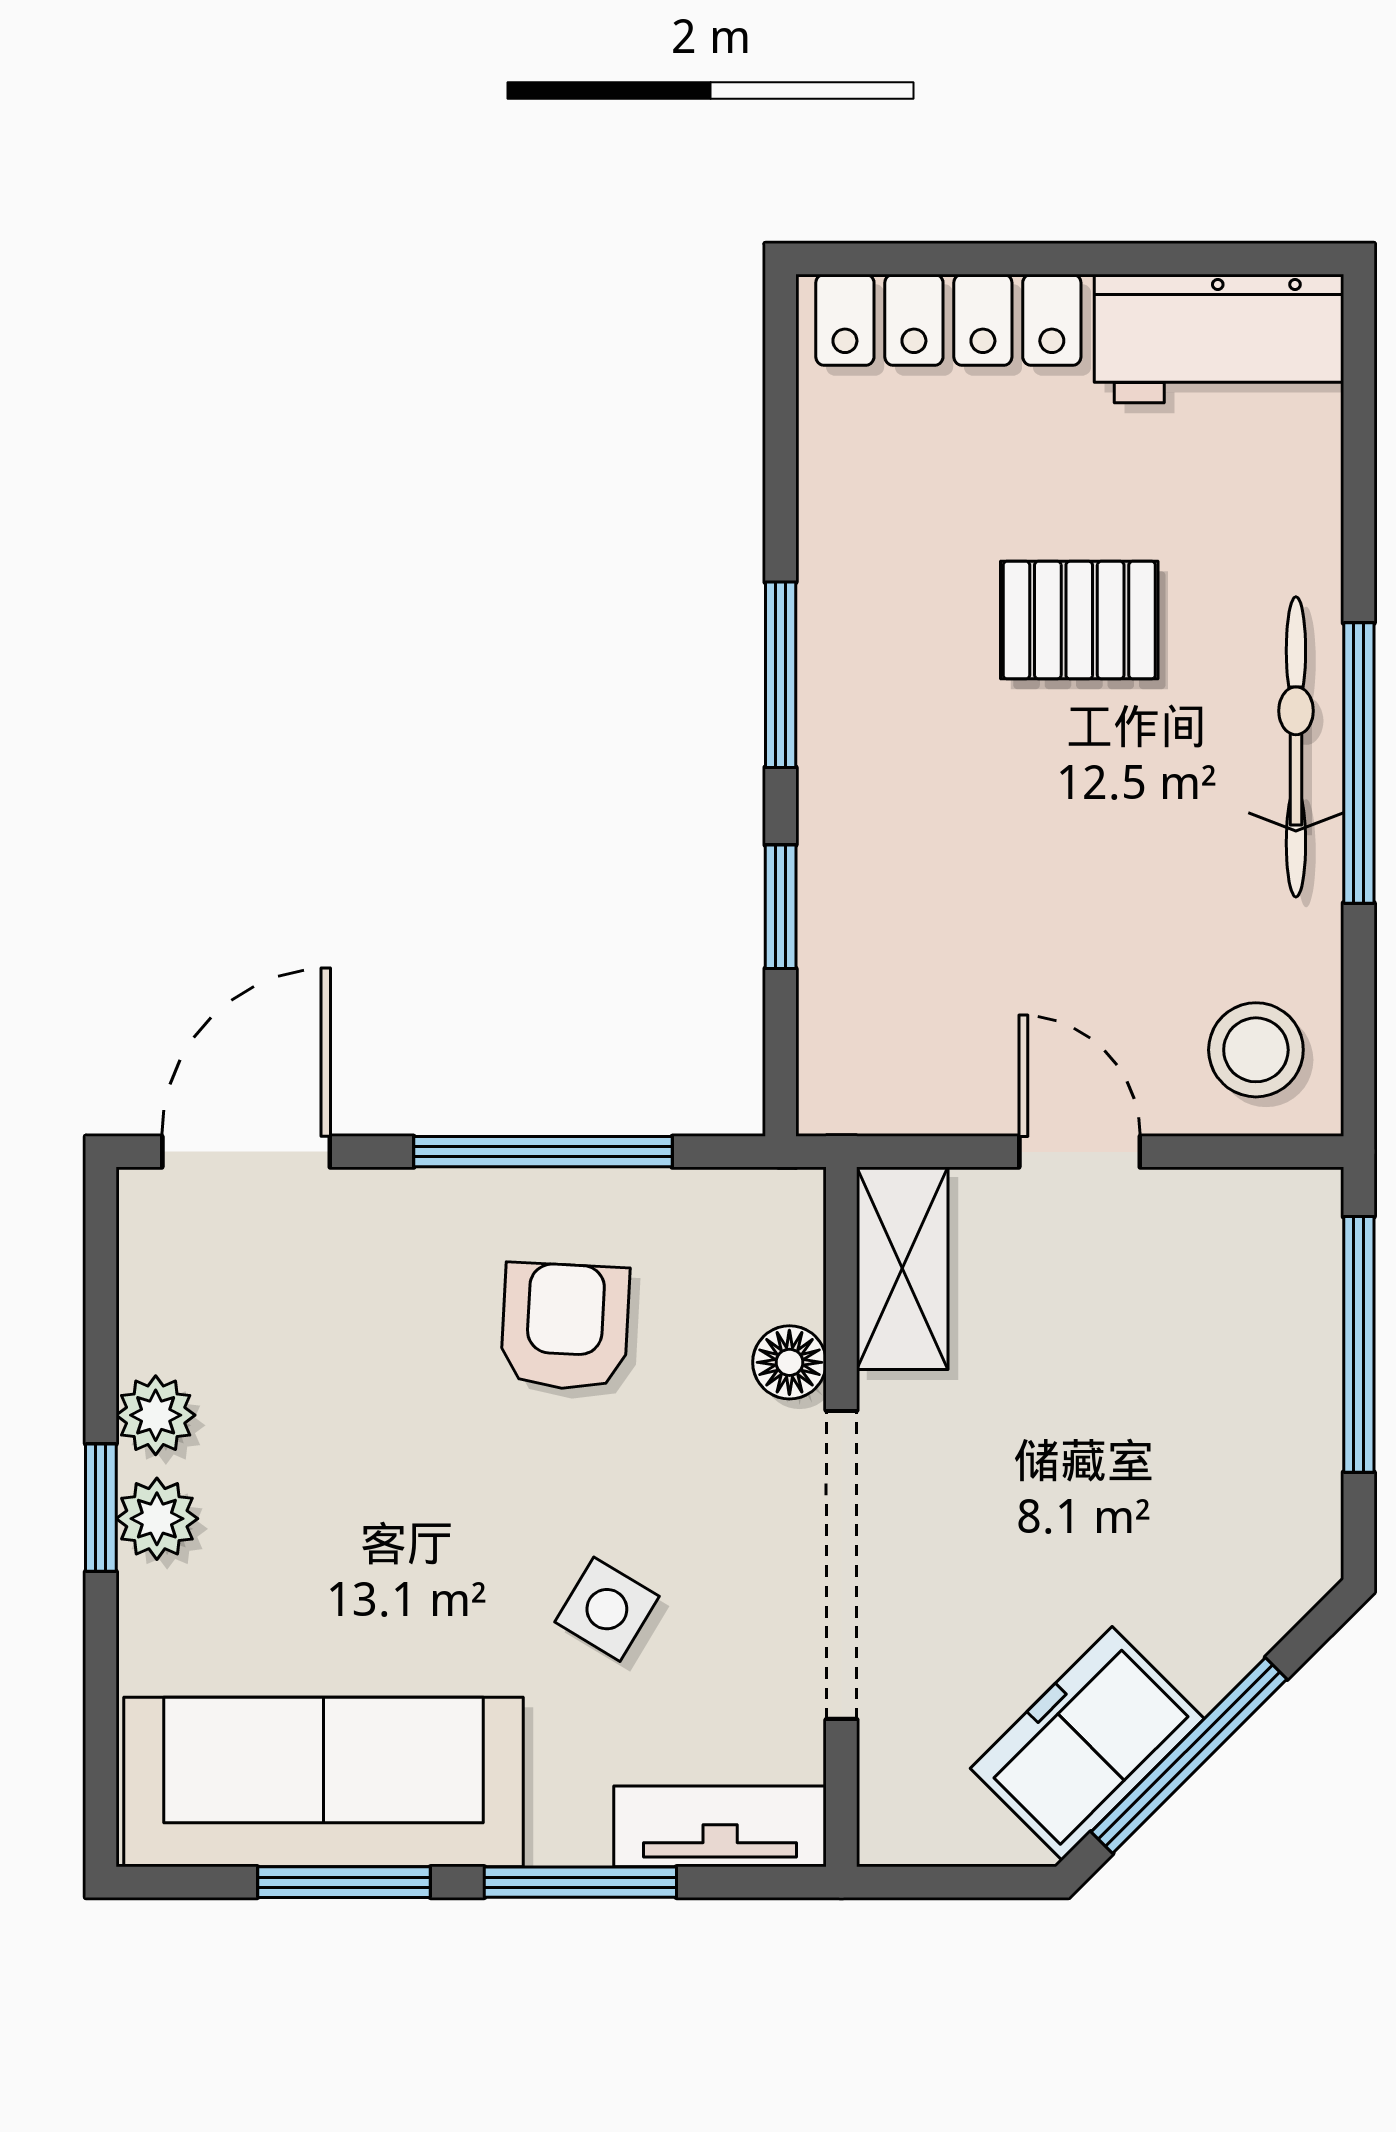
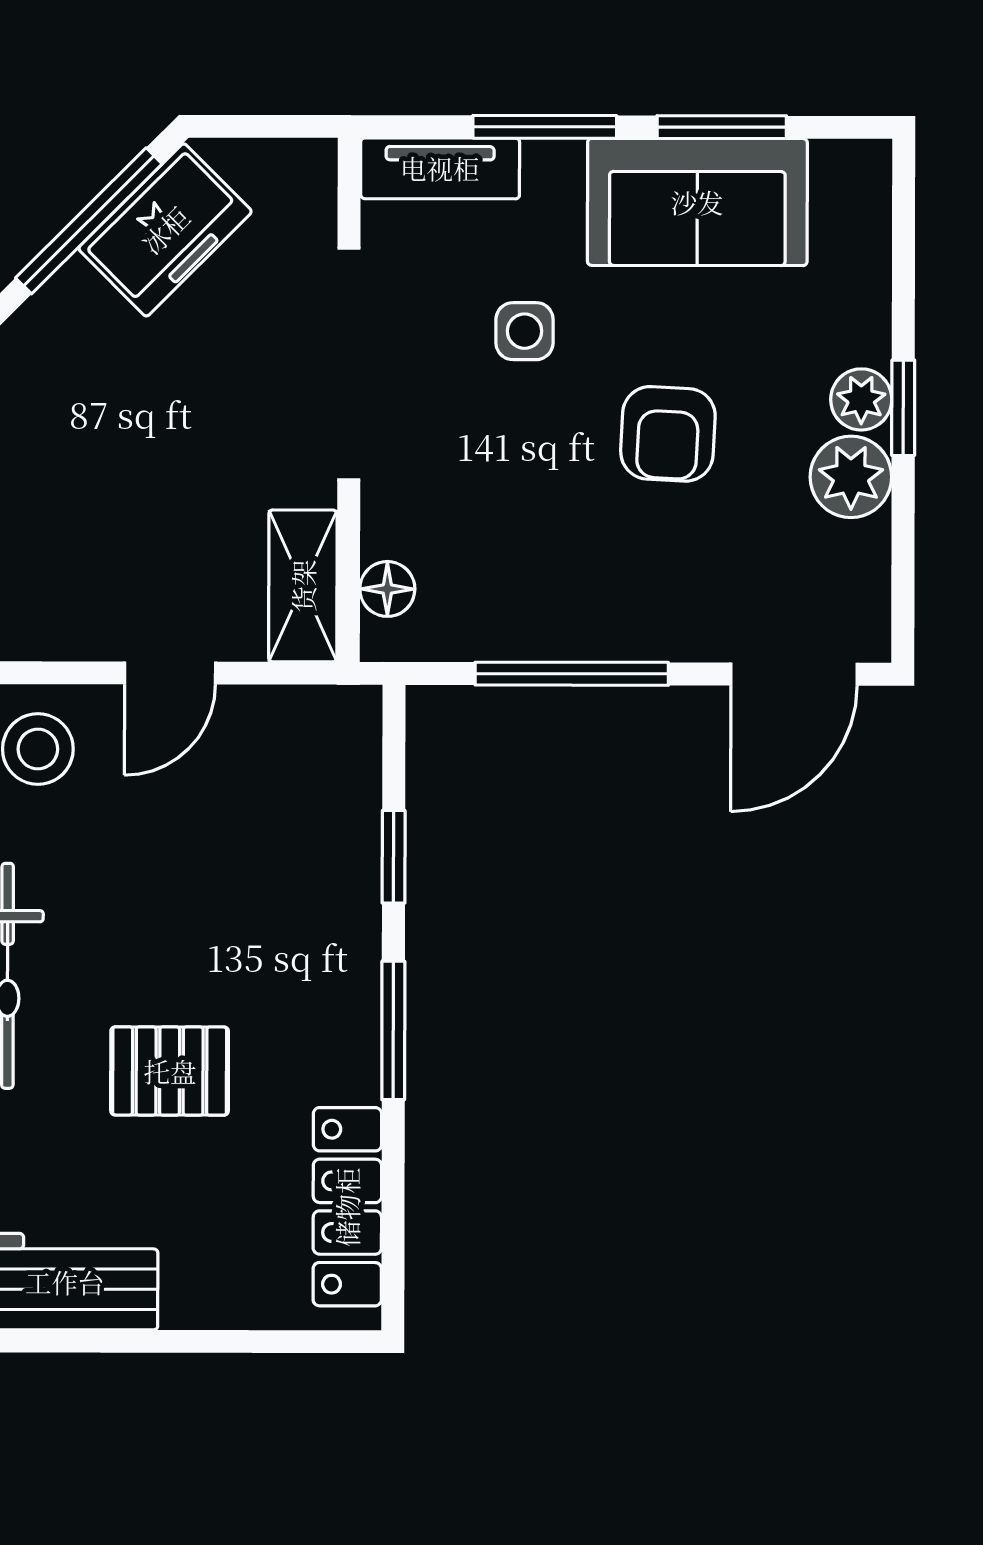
locker: (948, 320) -> (347, 1207), moved, turned -90
door: (1080, 1152) -> (170, 673), hinge flipped
armchair: (565, 1327) -> (668, 434), moved
floor lamp: (789, 1362) -> (387, 589), moved
plant: (156, 1415) -> (851, 477), width x1.38, depth x1.38
side table: (607, 1609) -> (524, 331), turned -31
sofa: (323, 1782) -> (697, 202), width x0.73

